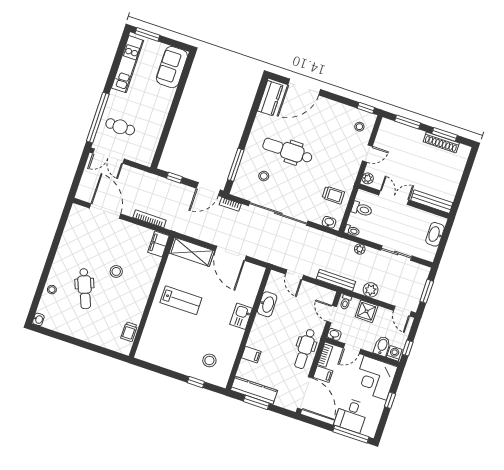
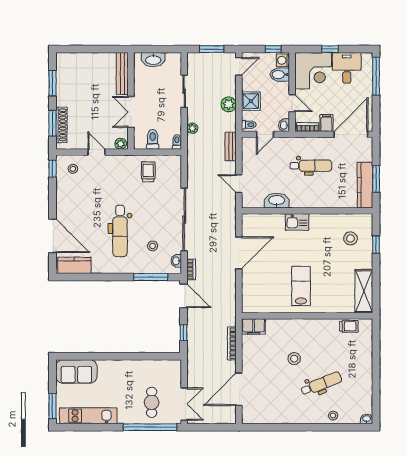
shoe rack: (441, 142) -> (61, 125), moved
washbasin: (329, 222) -> (176, 261), moved
shelving: (192, 252) -> (364, 291), moved
door: (294, 275) -> (239, 184), swing flipped
bench: (336, 280) -> (231, 146), width x0.73
dental chair: (305, 349) -> (311, 166), moved
filing cabinet: (251, 355) -> (331, 200), removed
desk: (351, 415) -> (347, 68), moved, turned -90

